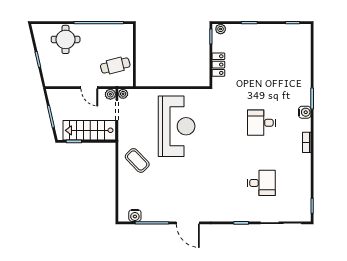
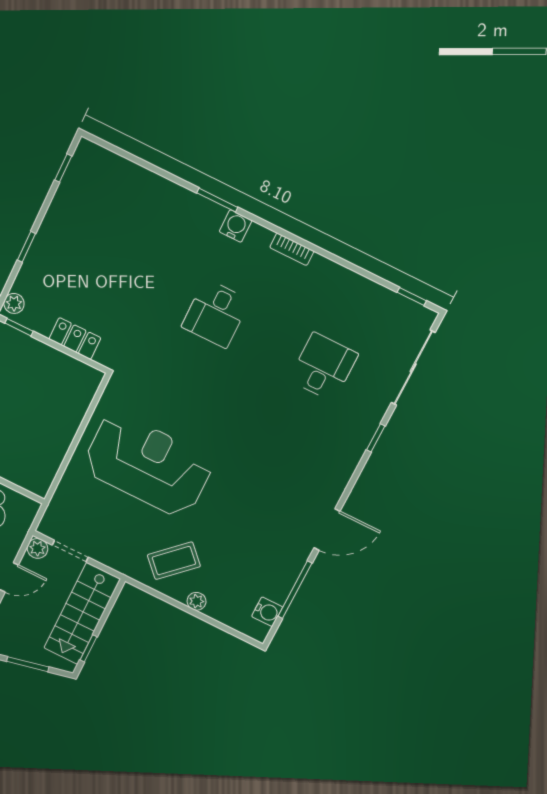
plant: (123, 94) -> (197, 601), moved

